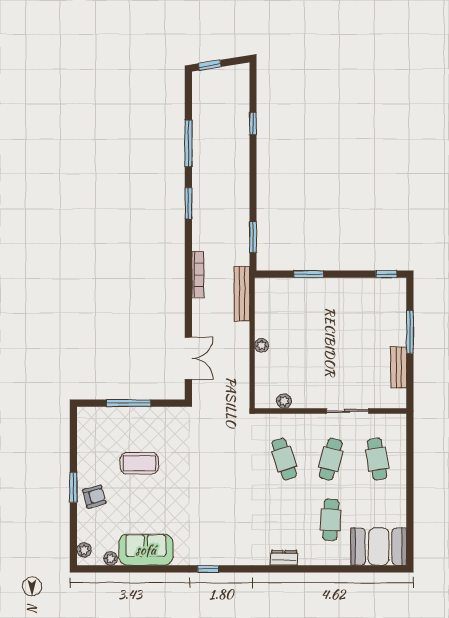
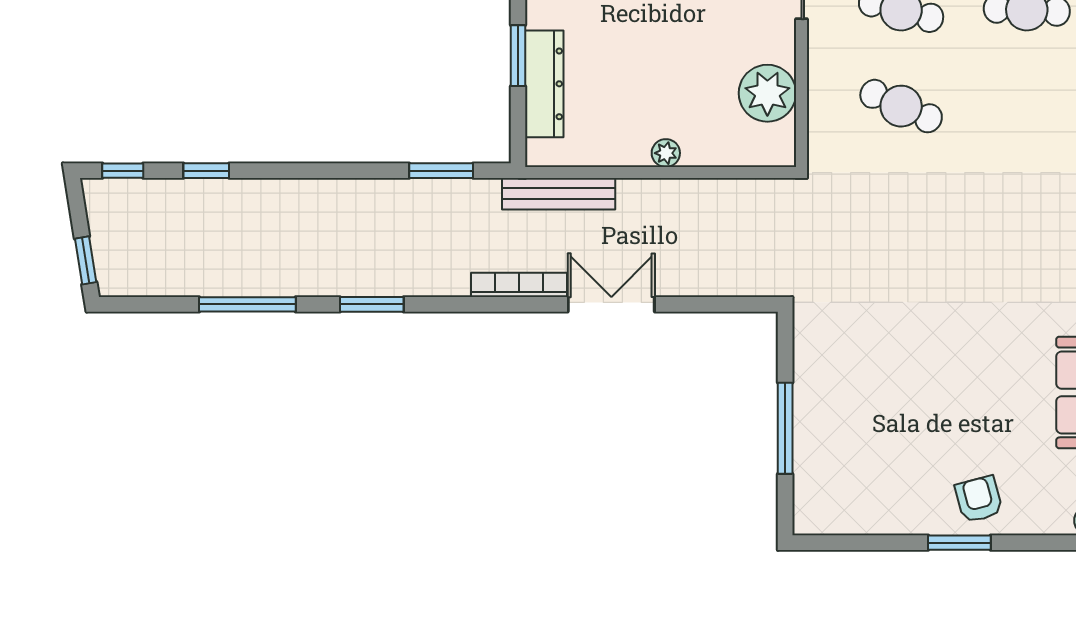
window: (253, 83) -> (123, 171), added
dresser: (295, 287) -> (544, 84), added
double door: (188, 358) -> (611, 304), moved
plant: (284, 401) -> (767, 93), width x1.88, depth x1.88
cafe table: (284, 459) -> (901, 106), turned 42
coffee table: (139, 463) -> (910, 406), removed

